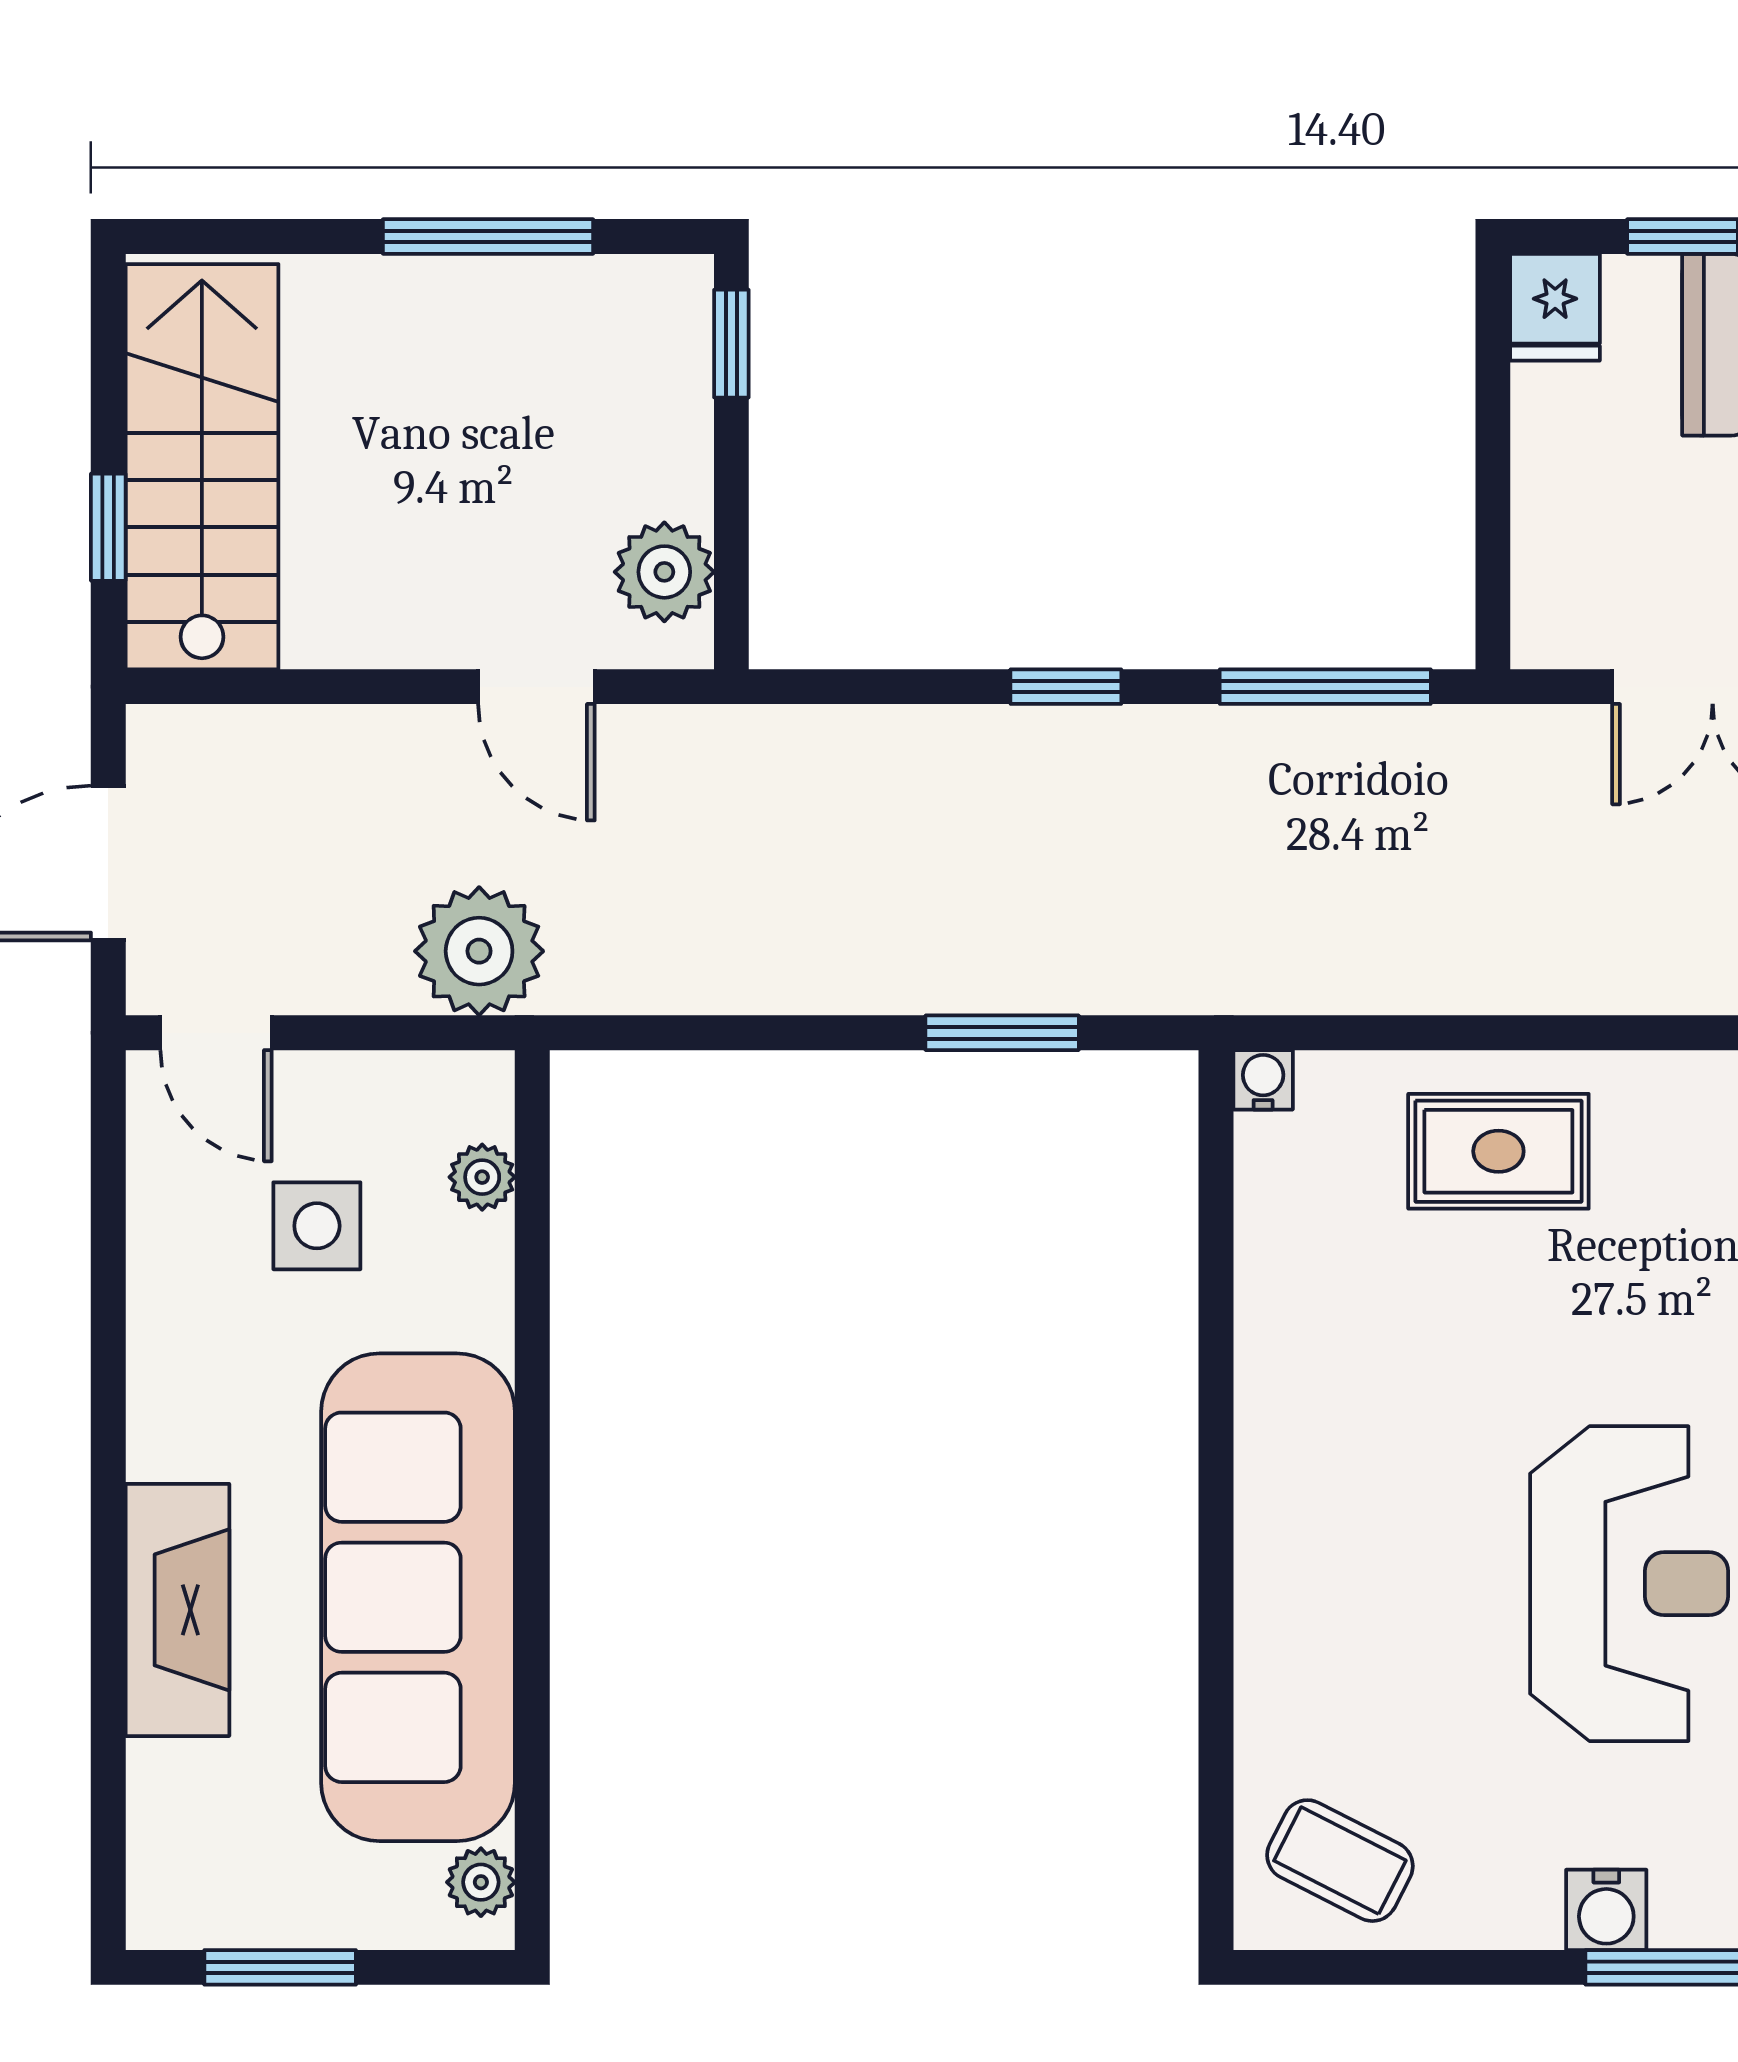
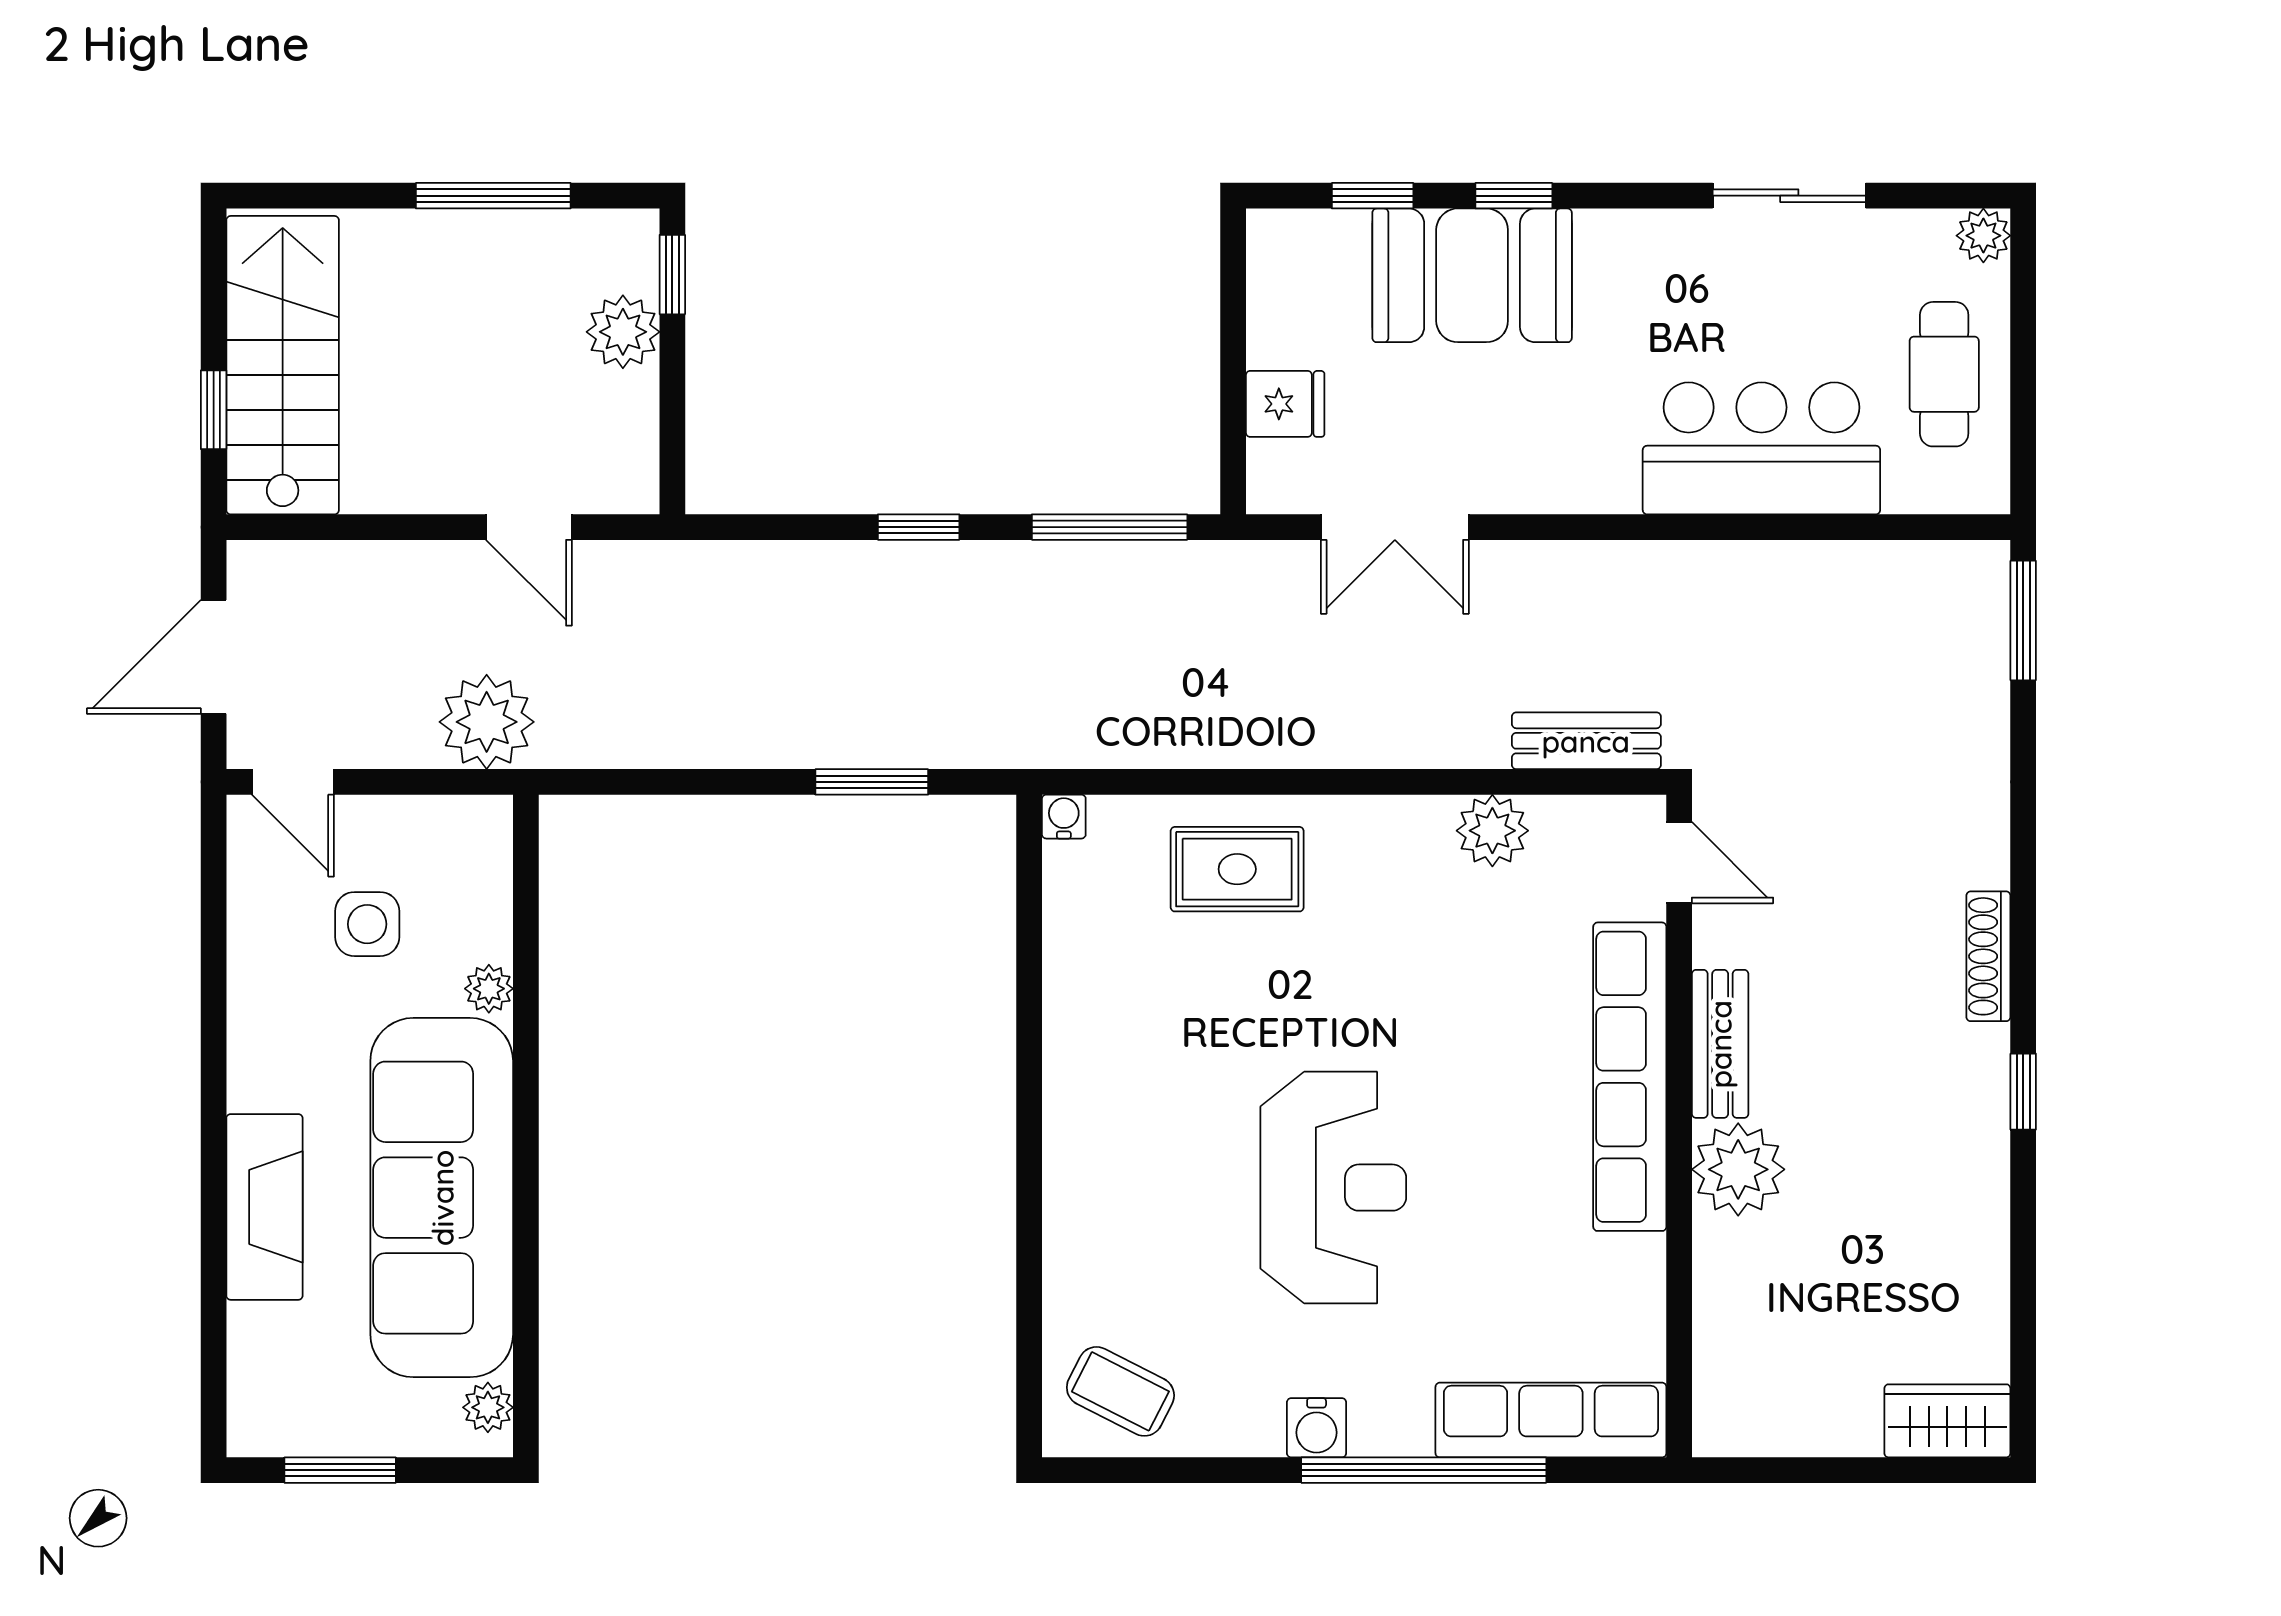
fridge: (1555, 307) -> (1285, 404), moved, turned -90
plant: (664, 572) -> (623, 332), moved
plant: (482, 1177) -> (489, 989), moved

